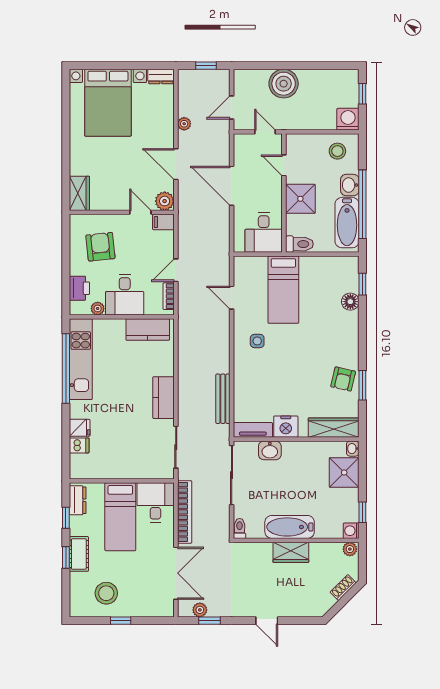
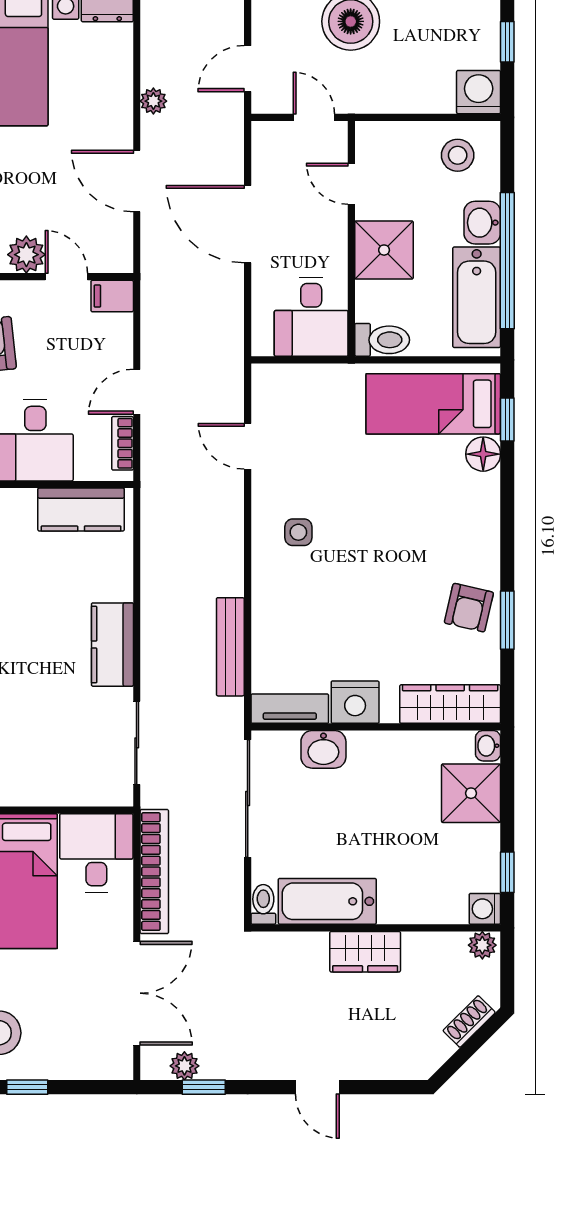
plant: (165, 201) -> (26, 255), moved
bed: (283, 290) -> (433, 404), moved, turned 90
bathtub: (290, 527) -> (327, 901), moved

